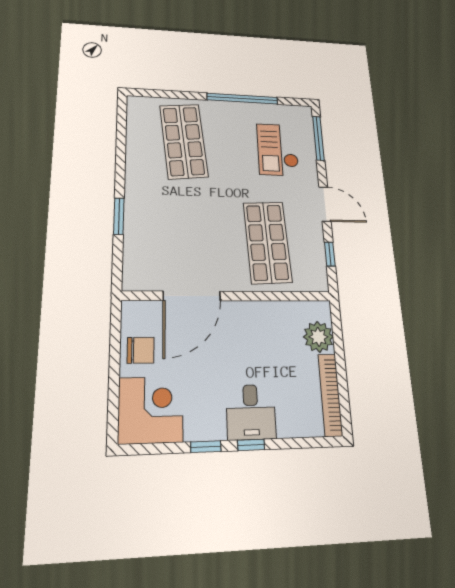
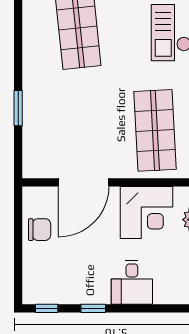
corner desk: (151, 410) -> (146, 212), moved, turned 90
window: (251, 445) -> (47, 308), moved

